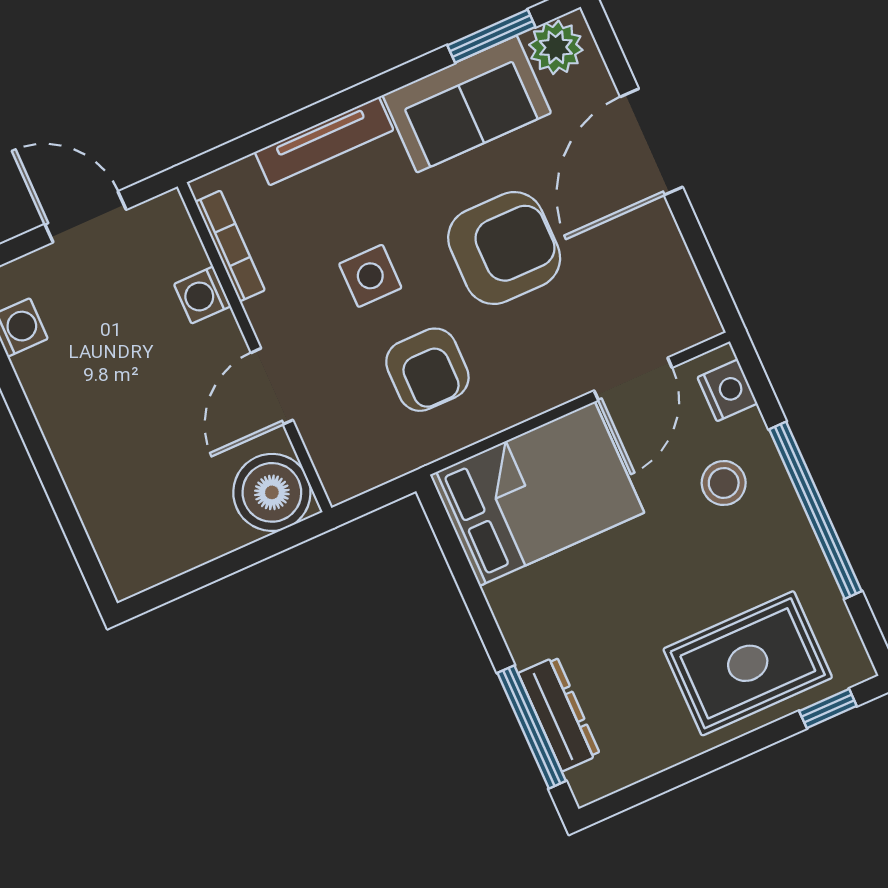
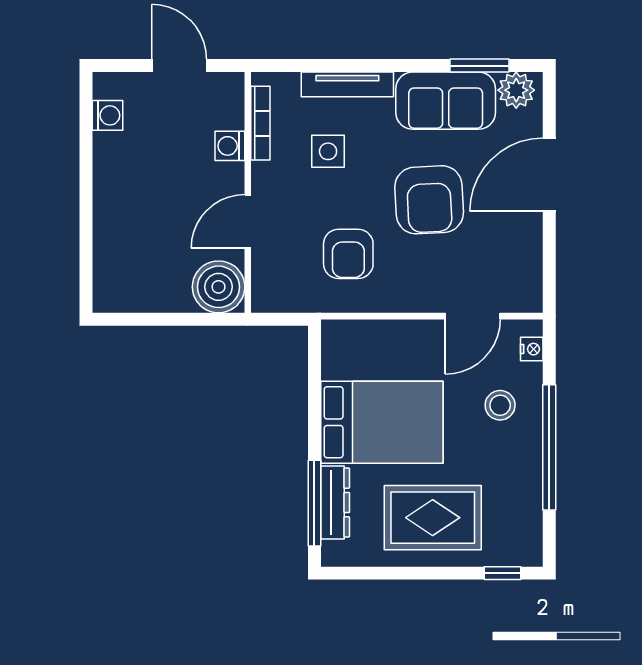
armchair: (504, 248) -> (429, 200), turned 87
side table: (370, 276) -> (328, 151), moved
nightstand: (727, 390) -> (532, 349), width x0.72, depth x0.74
bed: (537, 494) -> (382, 422), moved
rug: (748, 663) -> (433, 518), moved

